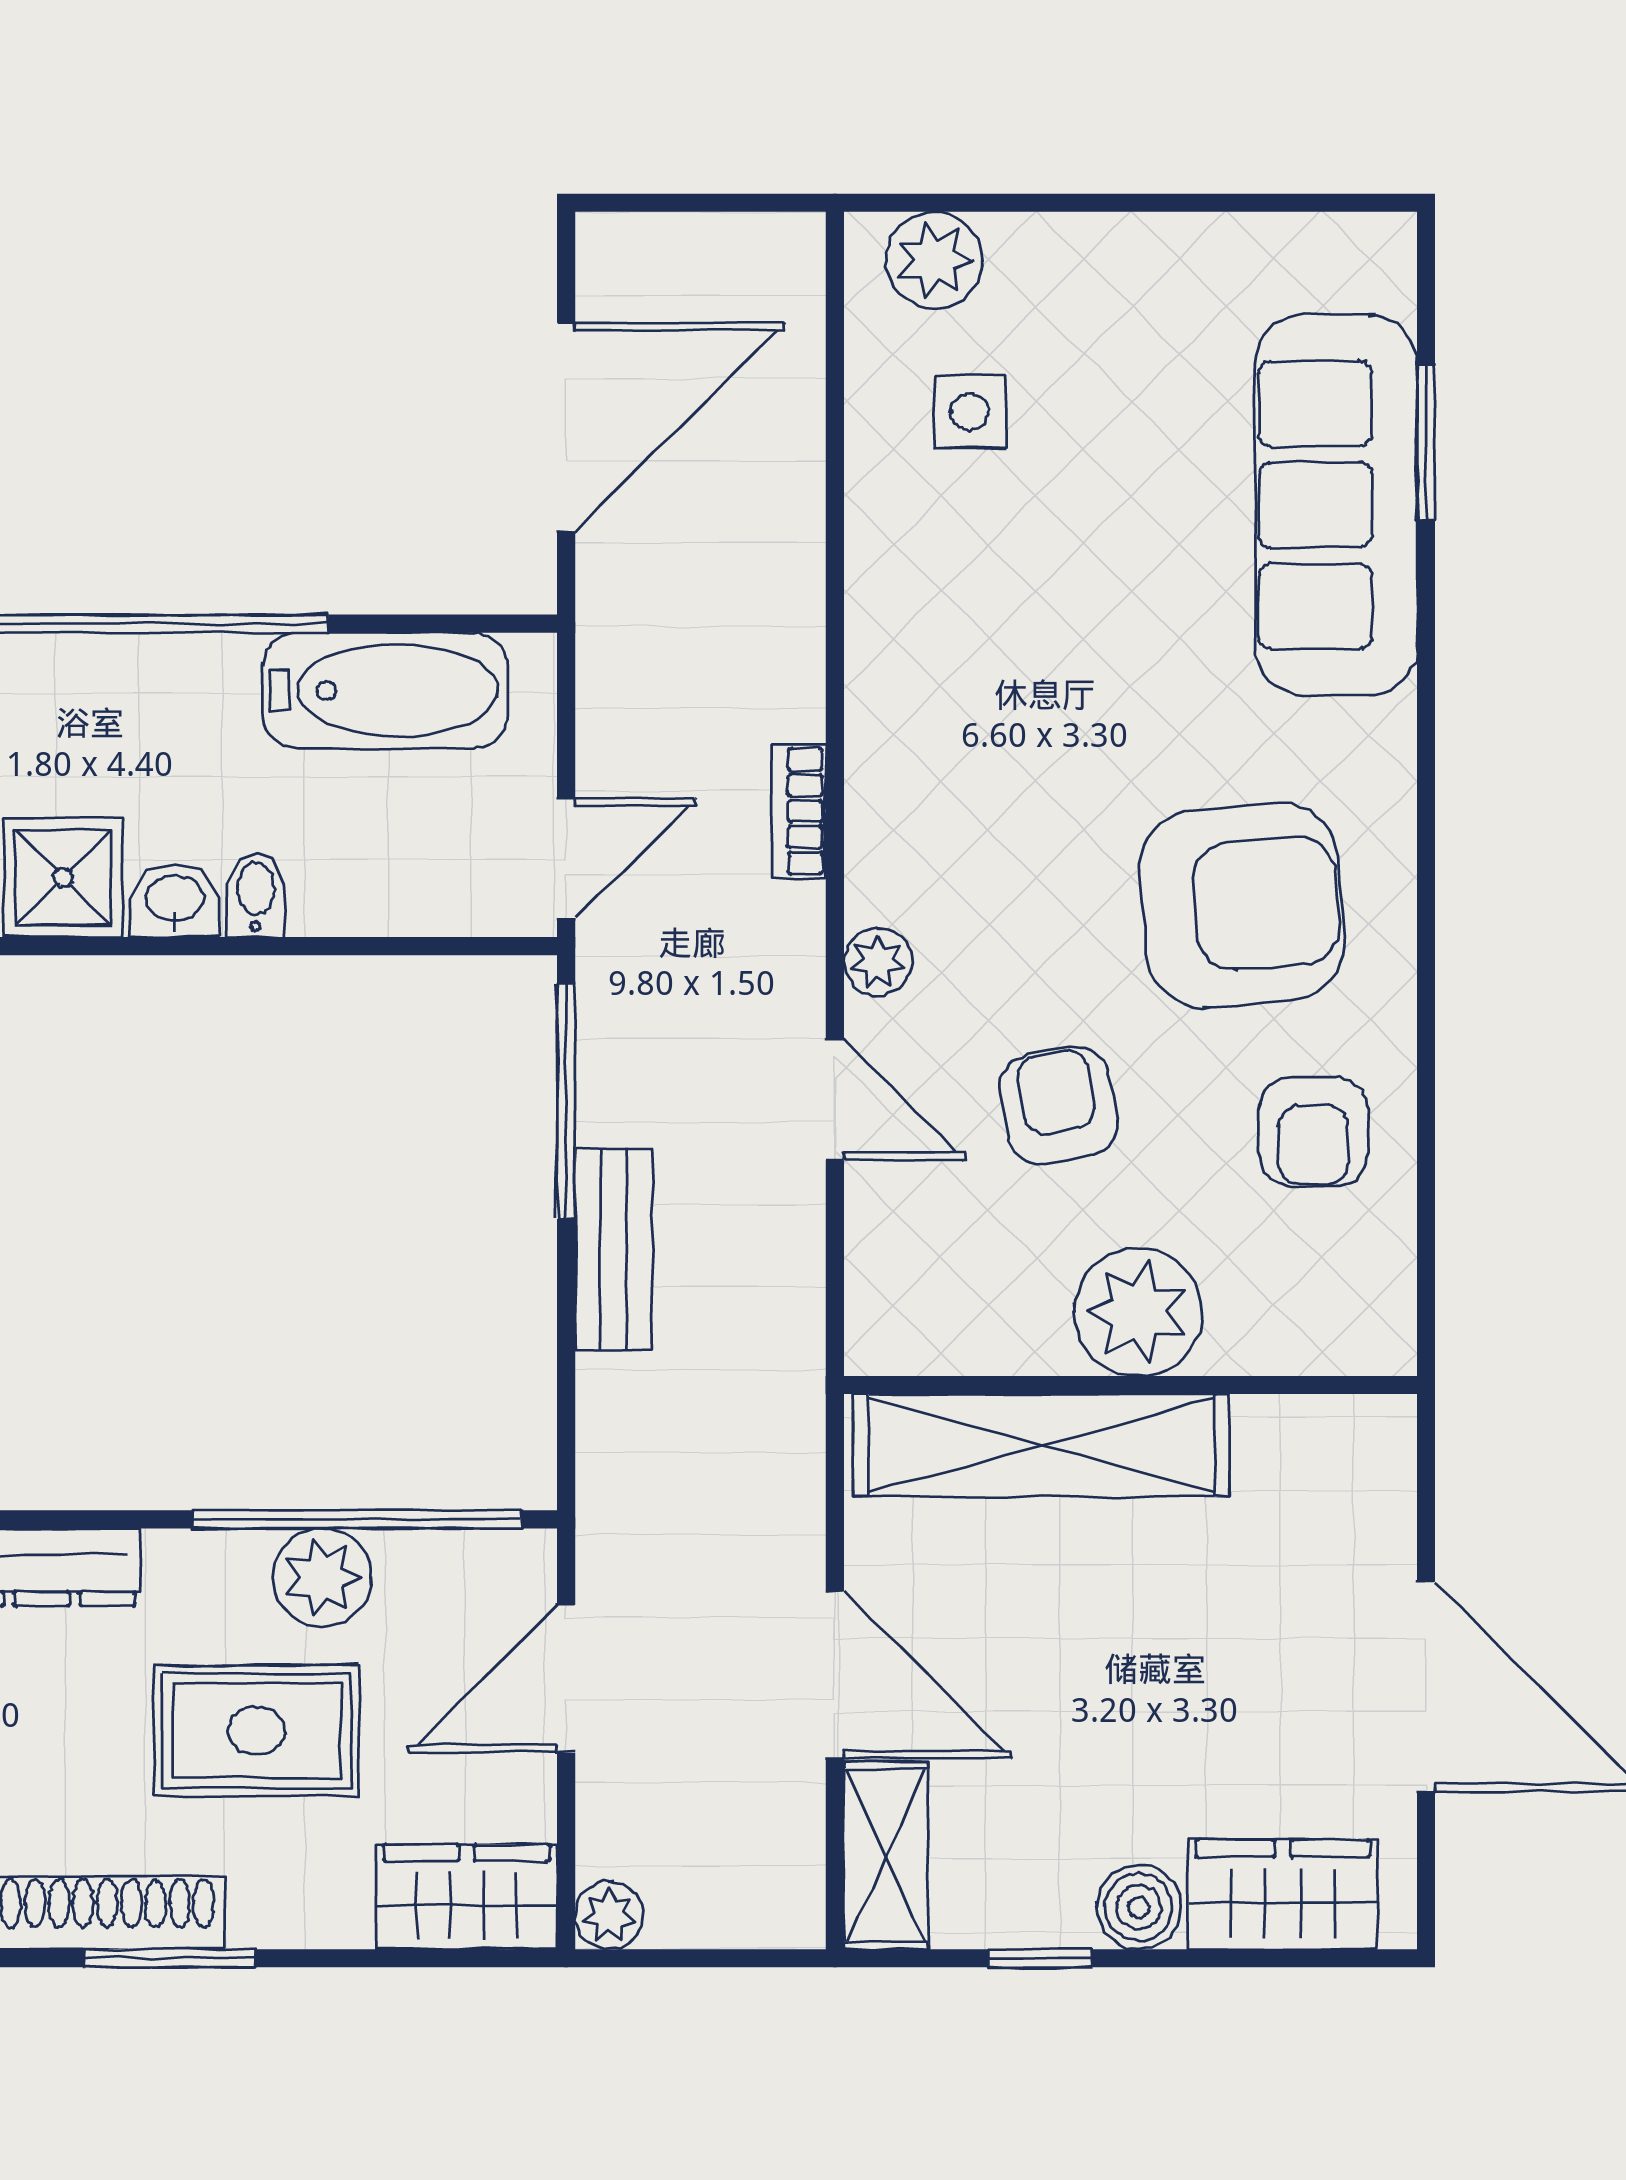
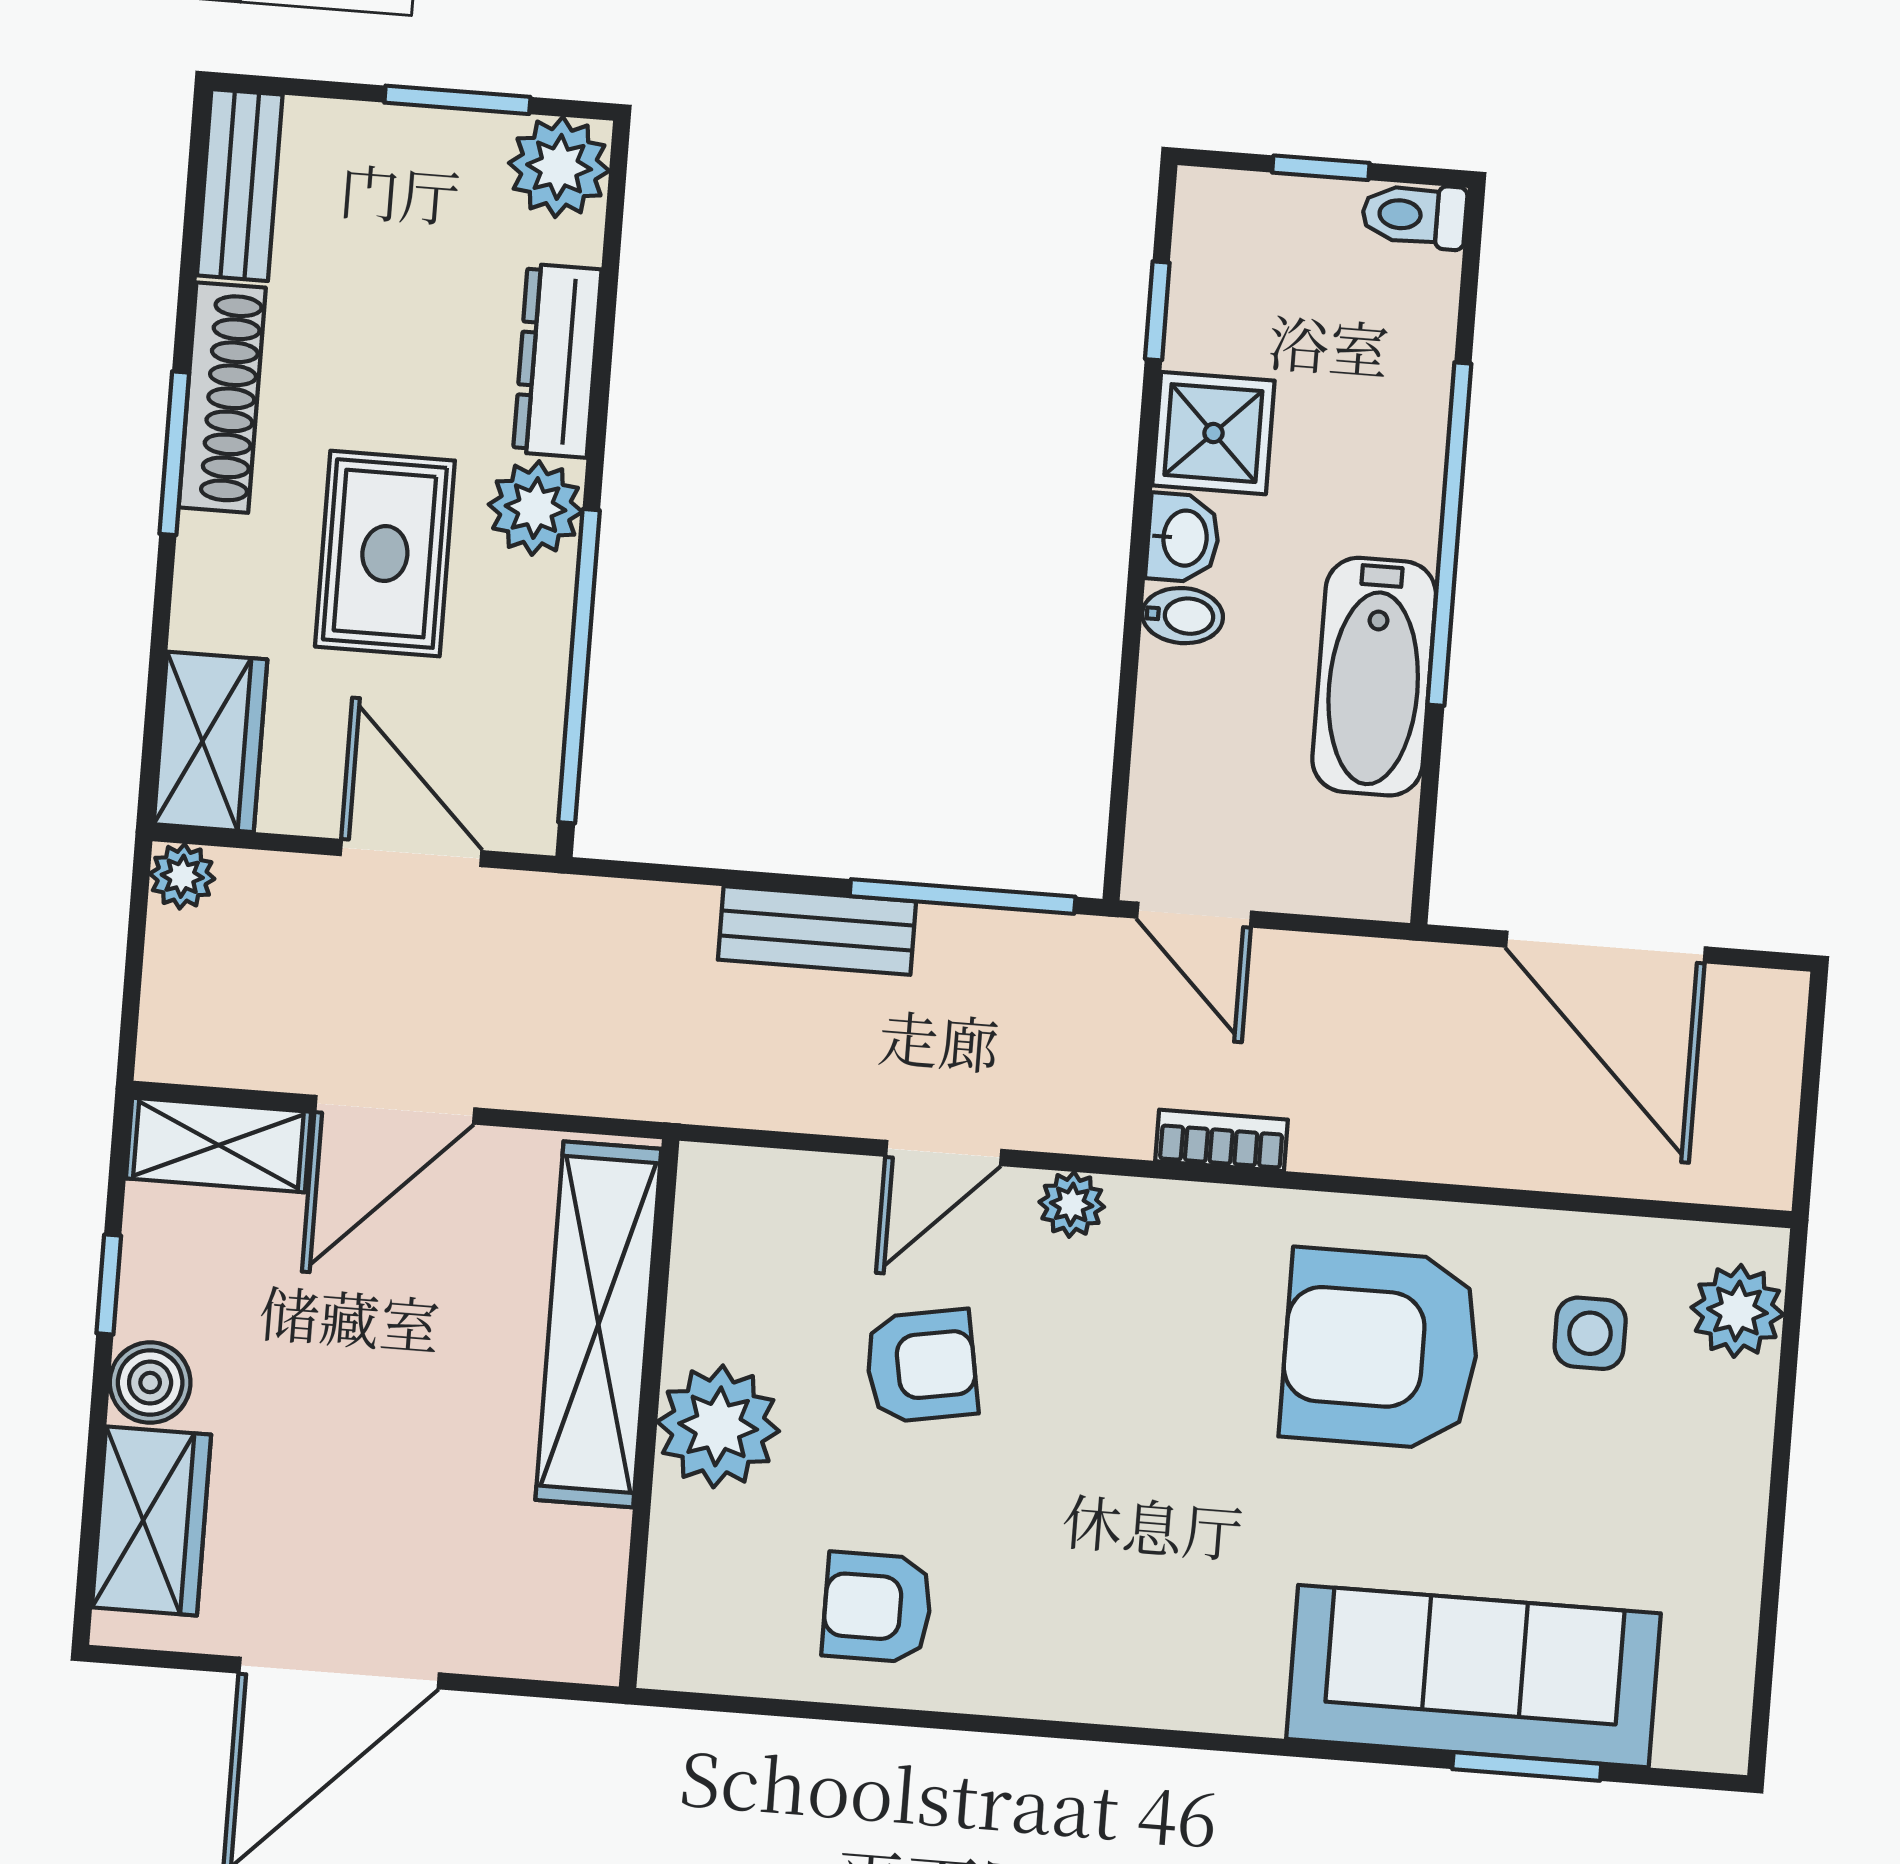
bathtub: (385, 690) -> (1374, 677), moved
armchair: (1242, 905) -> (1381, 1349), moved, turned 95
plant: (322, 1578) -> (535, 508), moved

